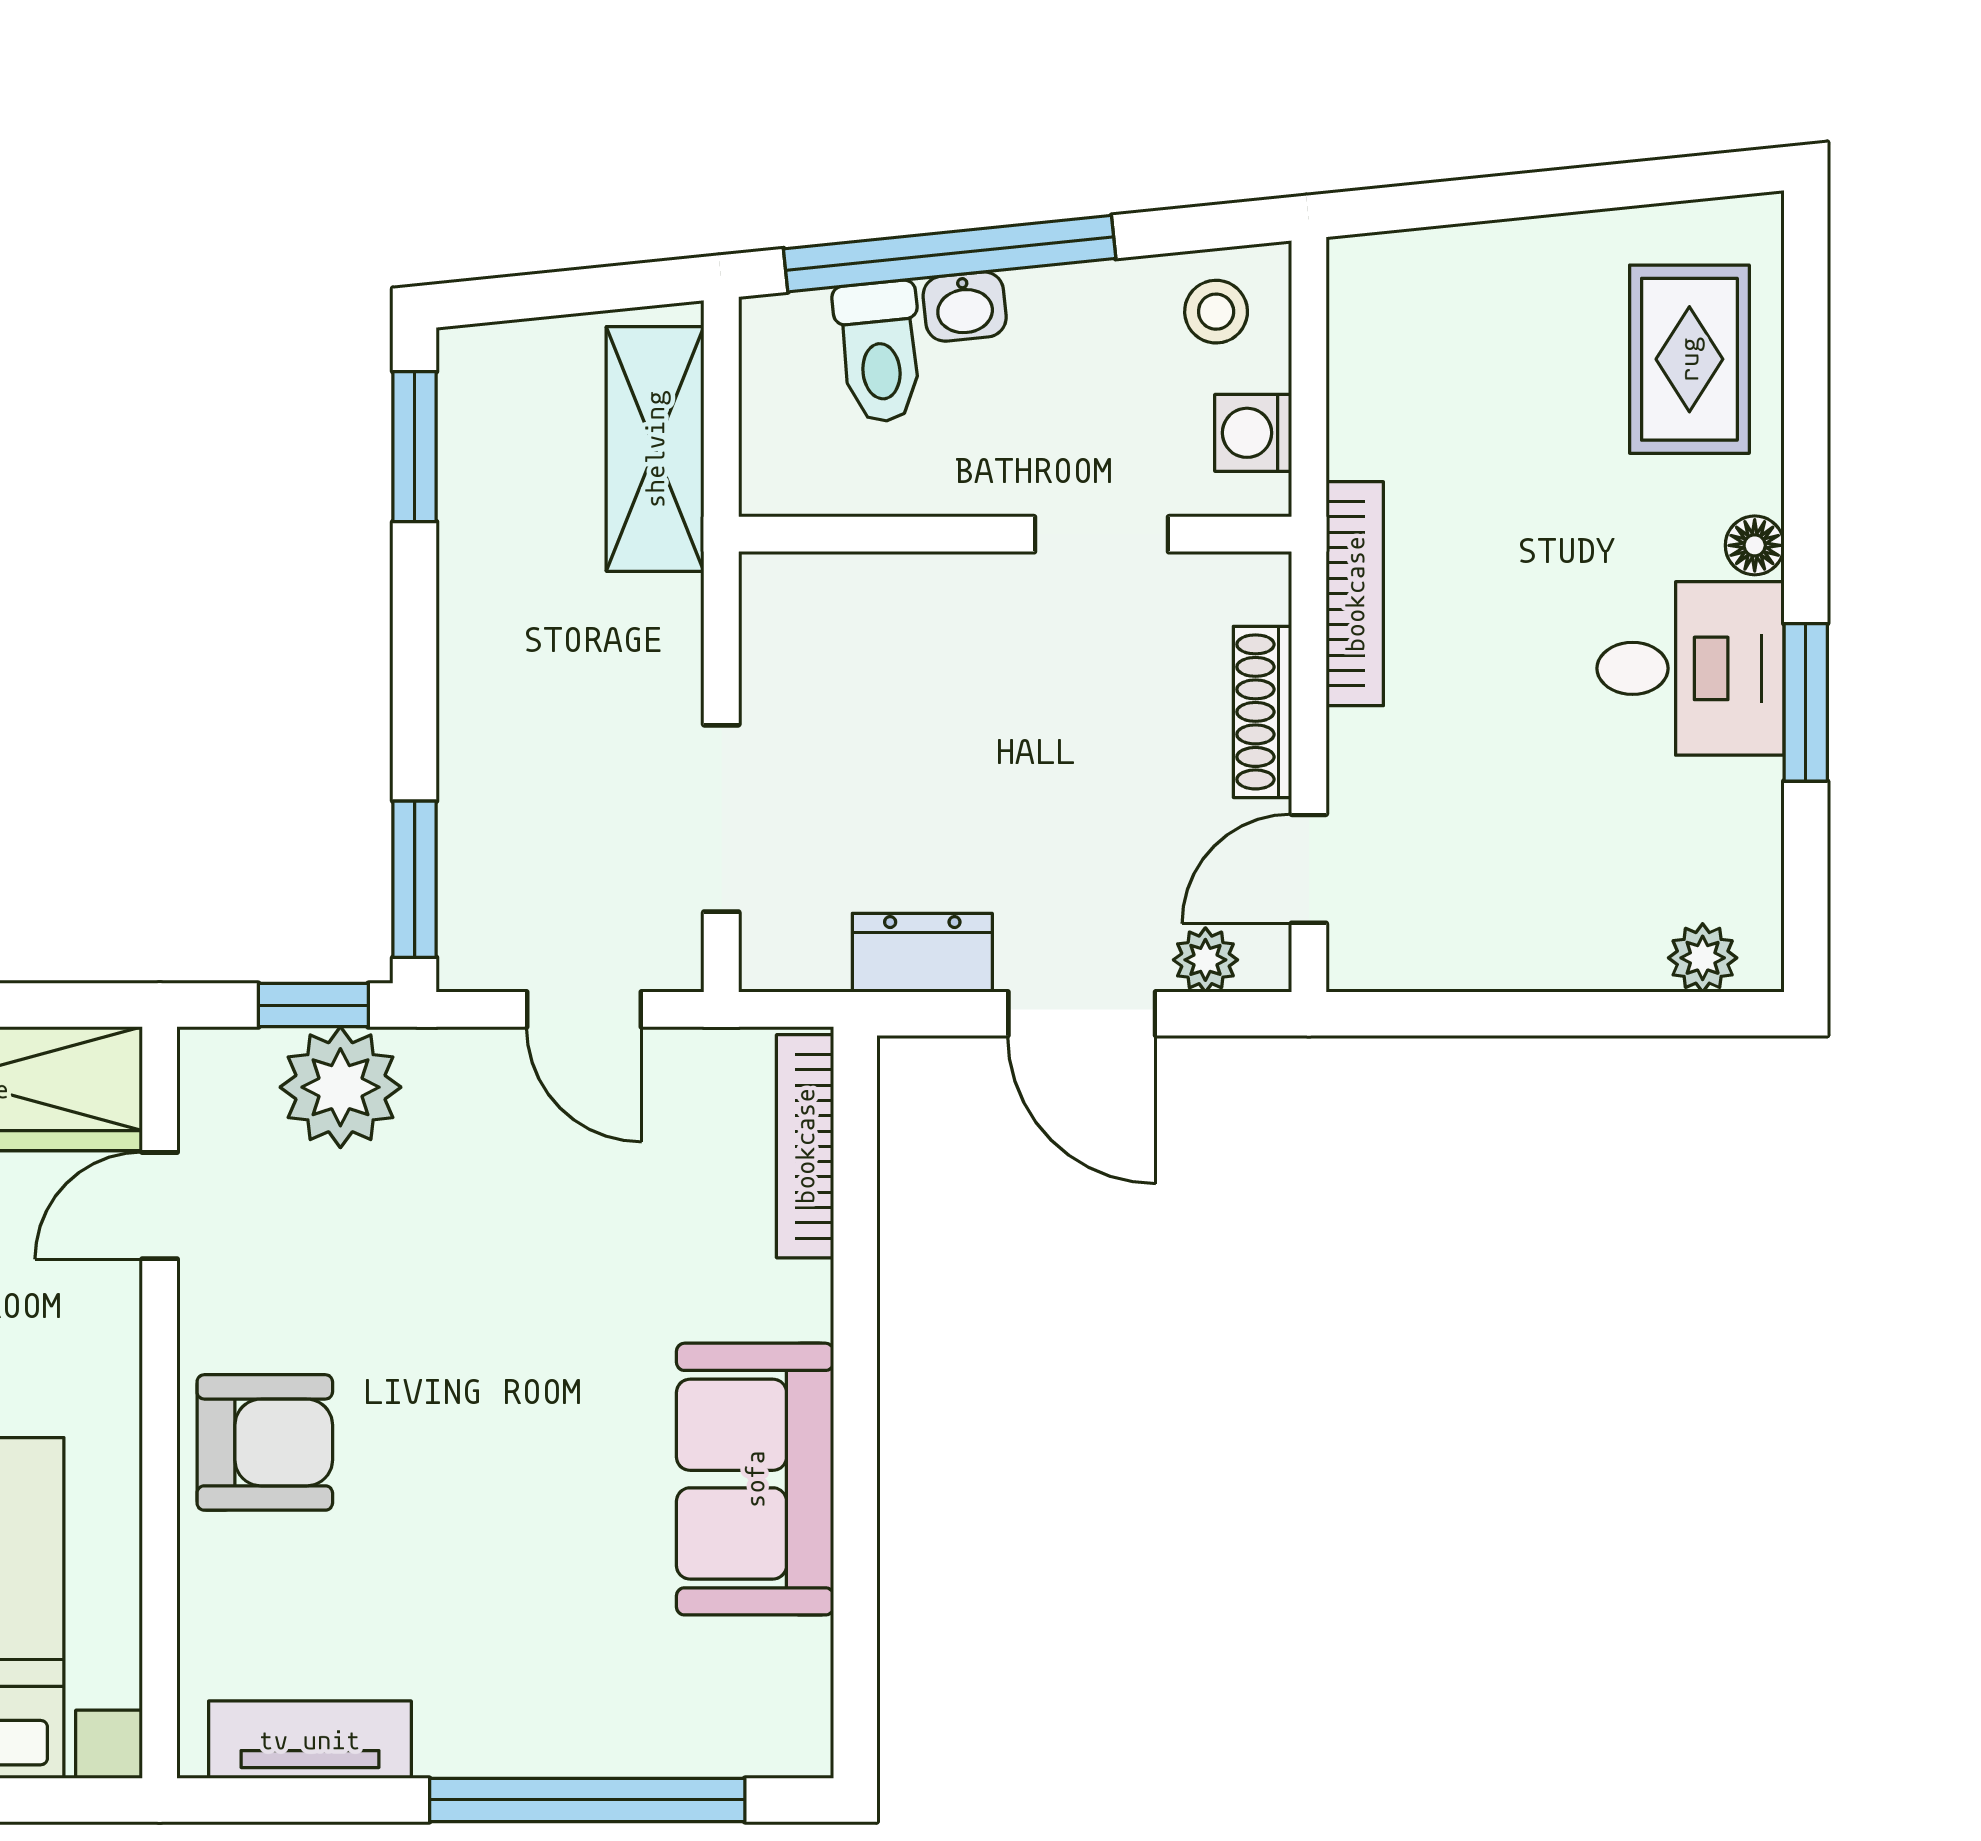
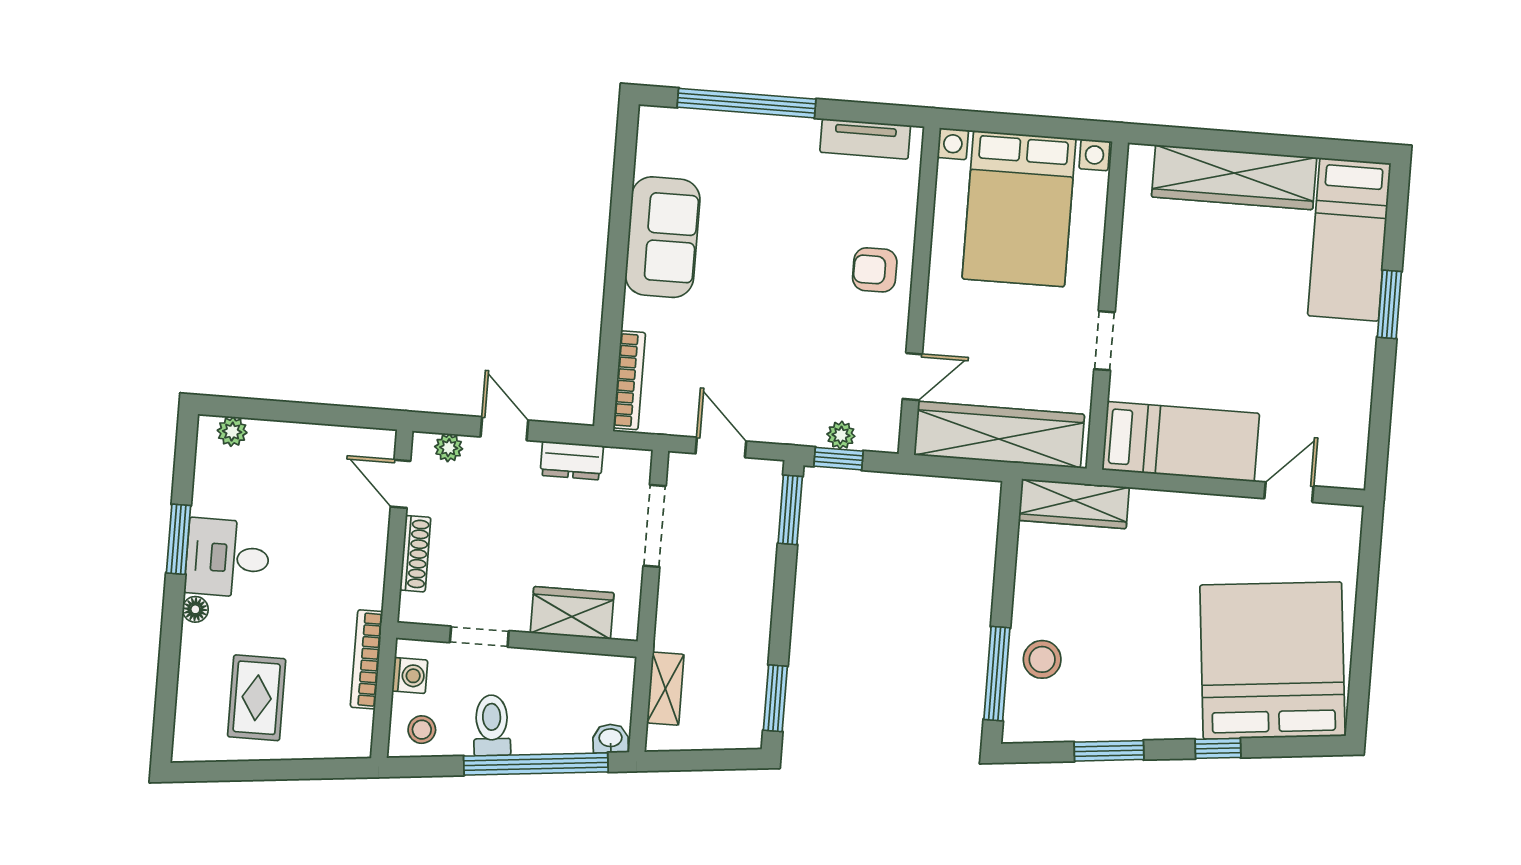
washbasin: (965, 307) -> (611, 739), moved
toilet: (880, 352) -> (492, 725), moved
rug: (1689, 359) -> (257, 698), moved
shelving: (655, 449) -> (665, 689), width x0.67, depth x0.75
bookcase: (1355, 594) -> (367, 659), moved
wardrobe: (894, 605) -> (572, 613), added
door: (1309, 869) -> (401, 484), swing flipped
door: (1082, 1014) -> (504, 429), width x0.73
plant: (340, 1087) -> (841, 435), width x0.53, depth x0.53
armchair: (265, 1442) -> (875, 270), width x0.72, depth x0.72

